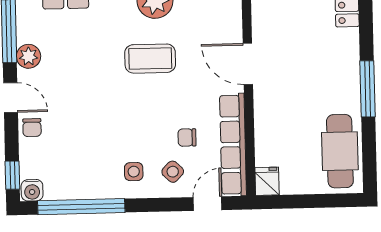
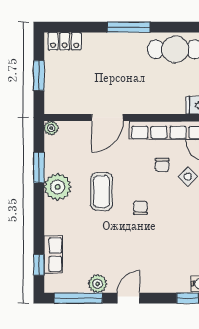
chair: (32, 128) -> (140, 208), moved, turned -90
side table: (134, 172) -> (187, 206), removed

